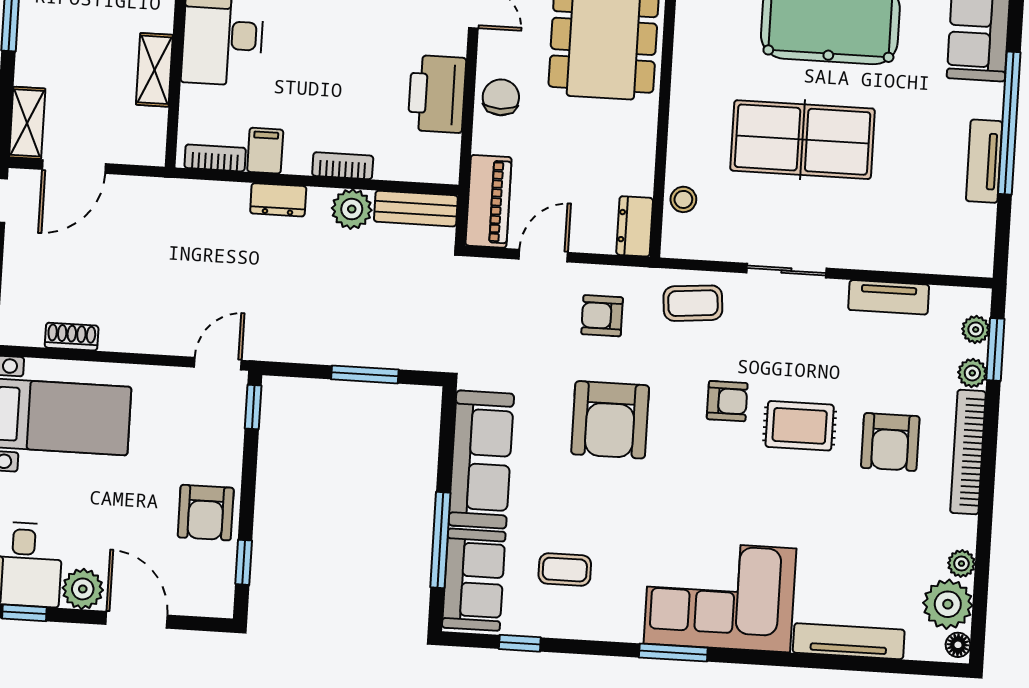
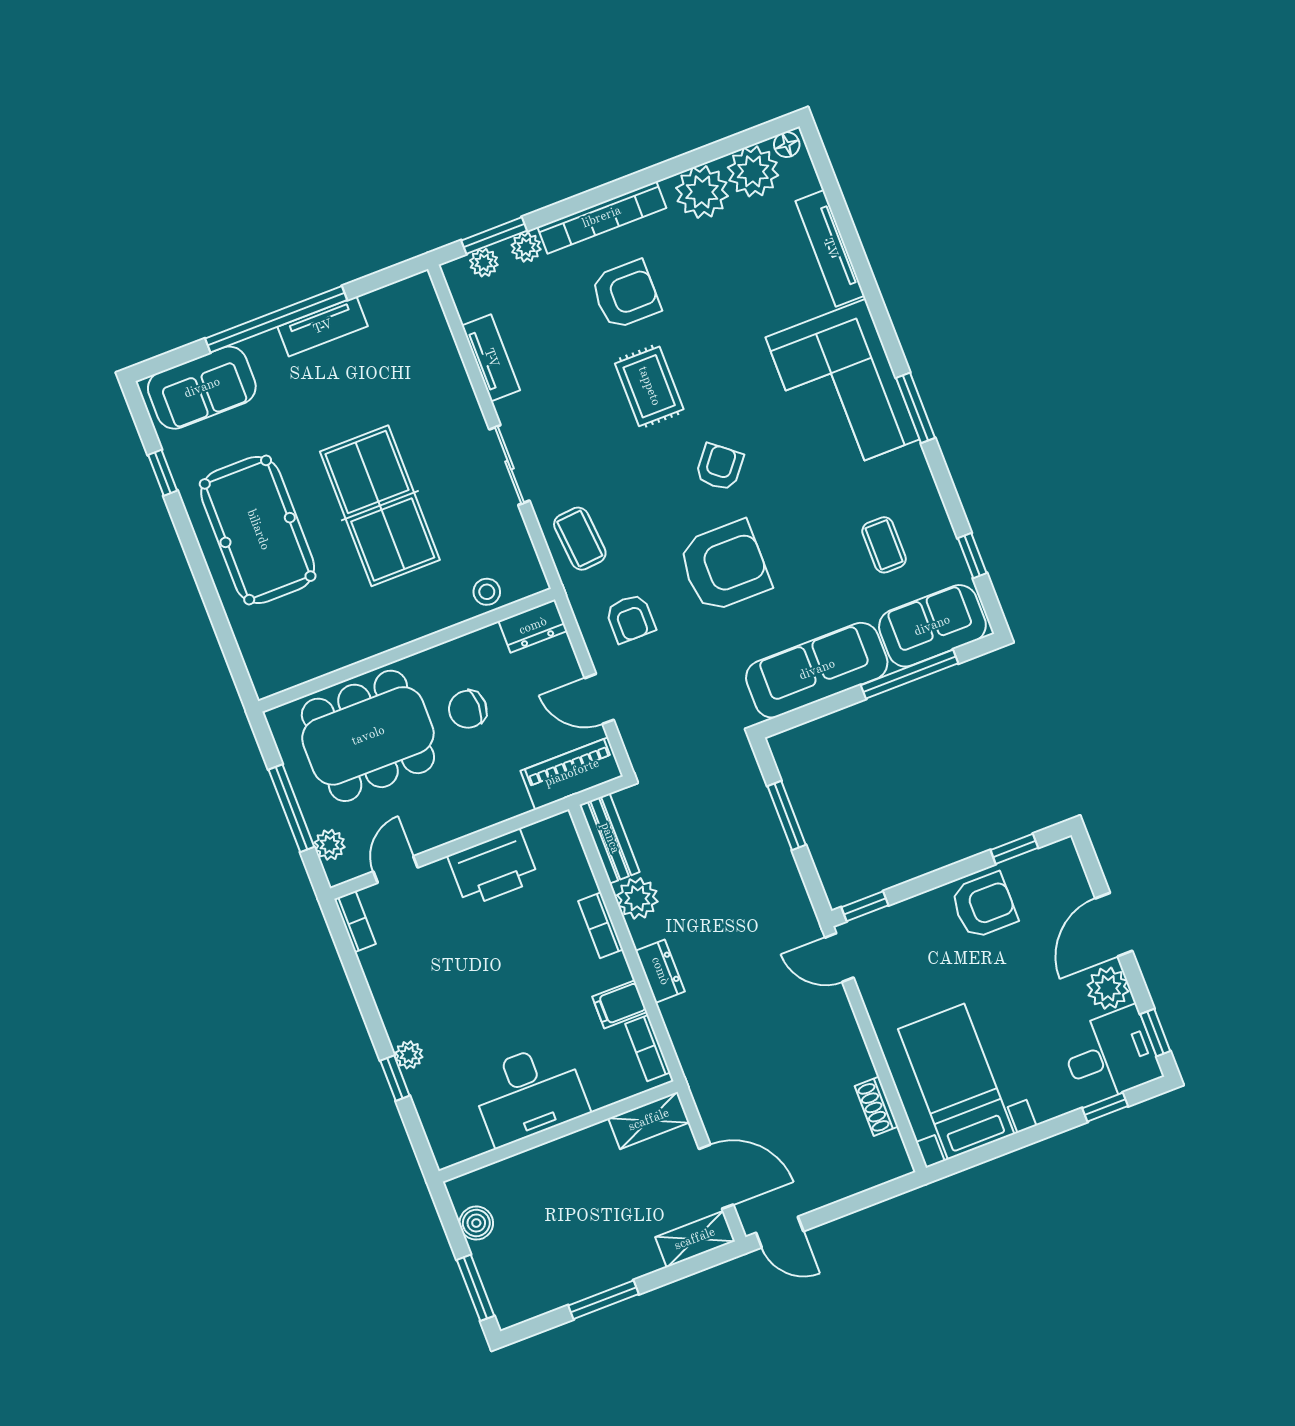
shelving: (154, 70) -> (649, 1120), moved
chair: (501, 97) -> (468, 709), moved
armchair: (727, 401) -> (719, 467), moved, turned 39
plant: (961, 564) -> (702, 192), width x1.87, depth x1.87

